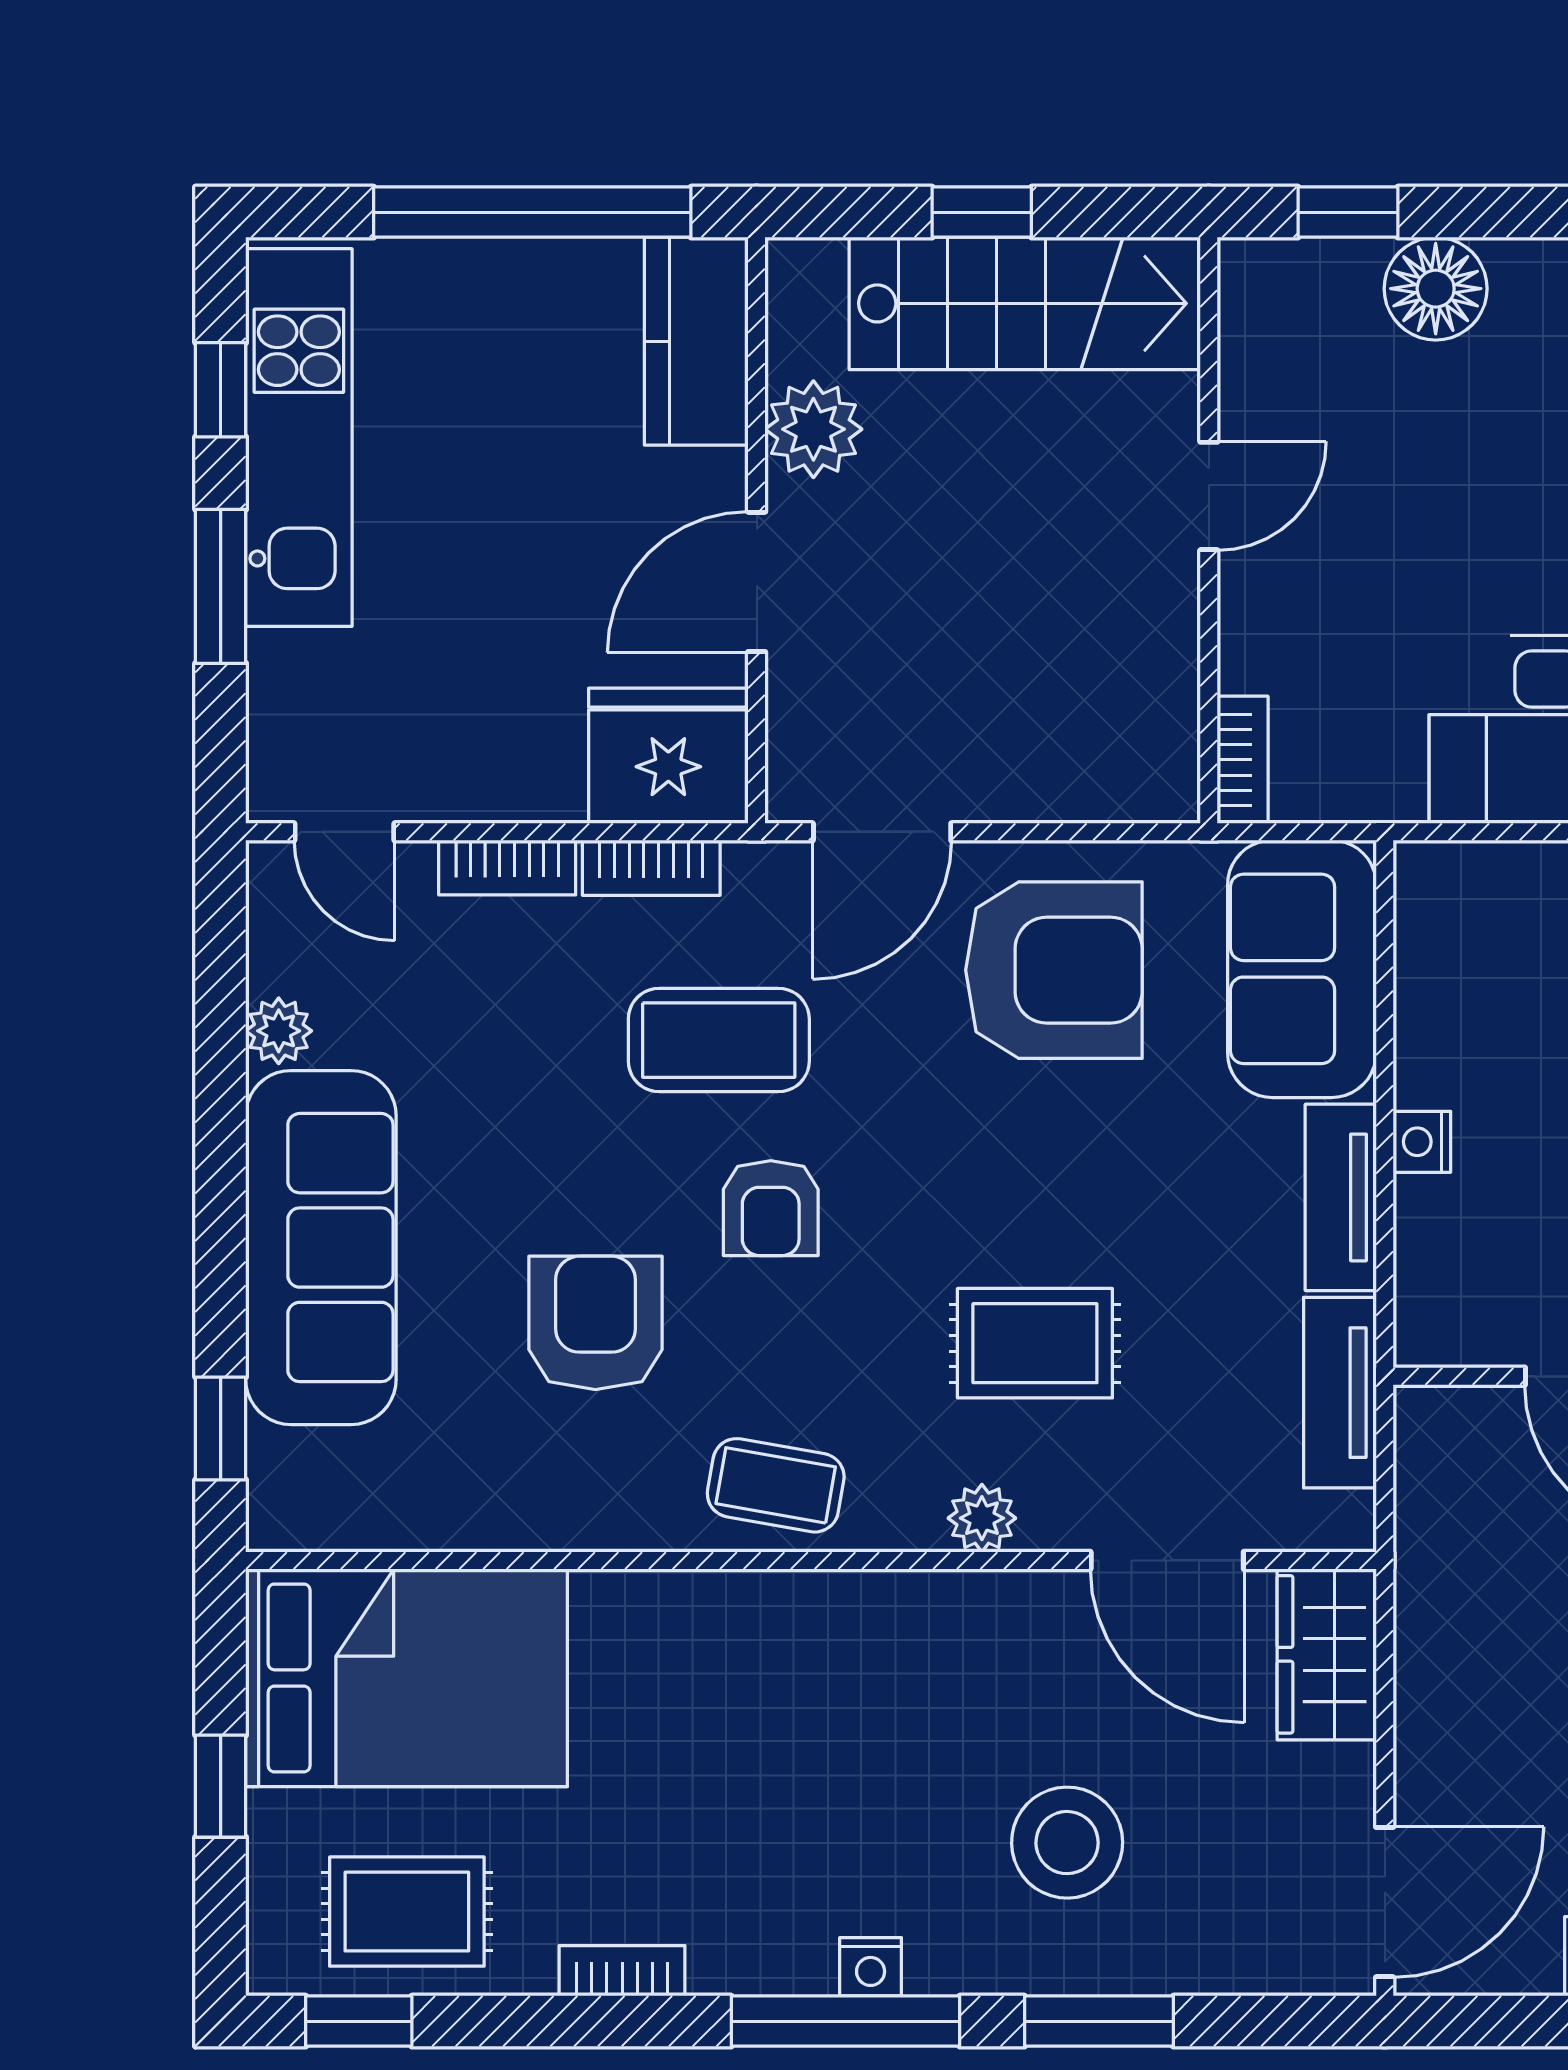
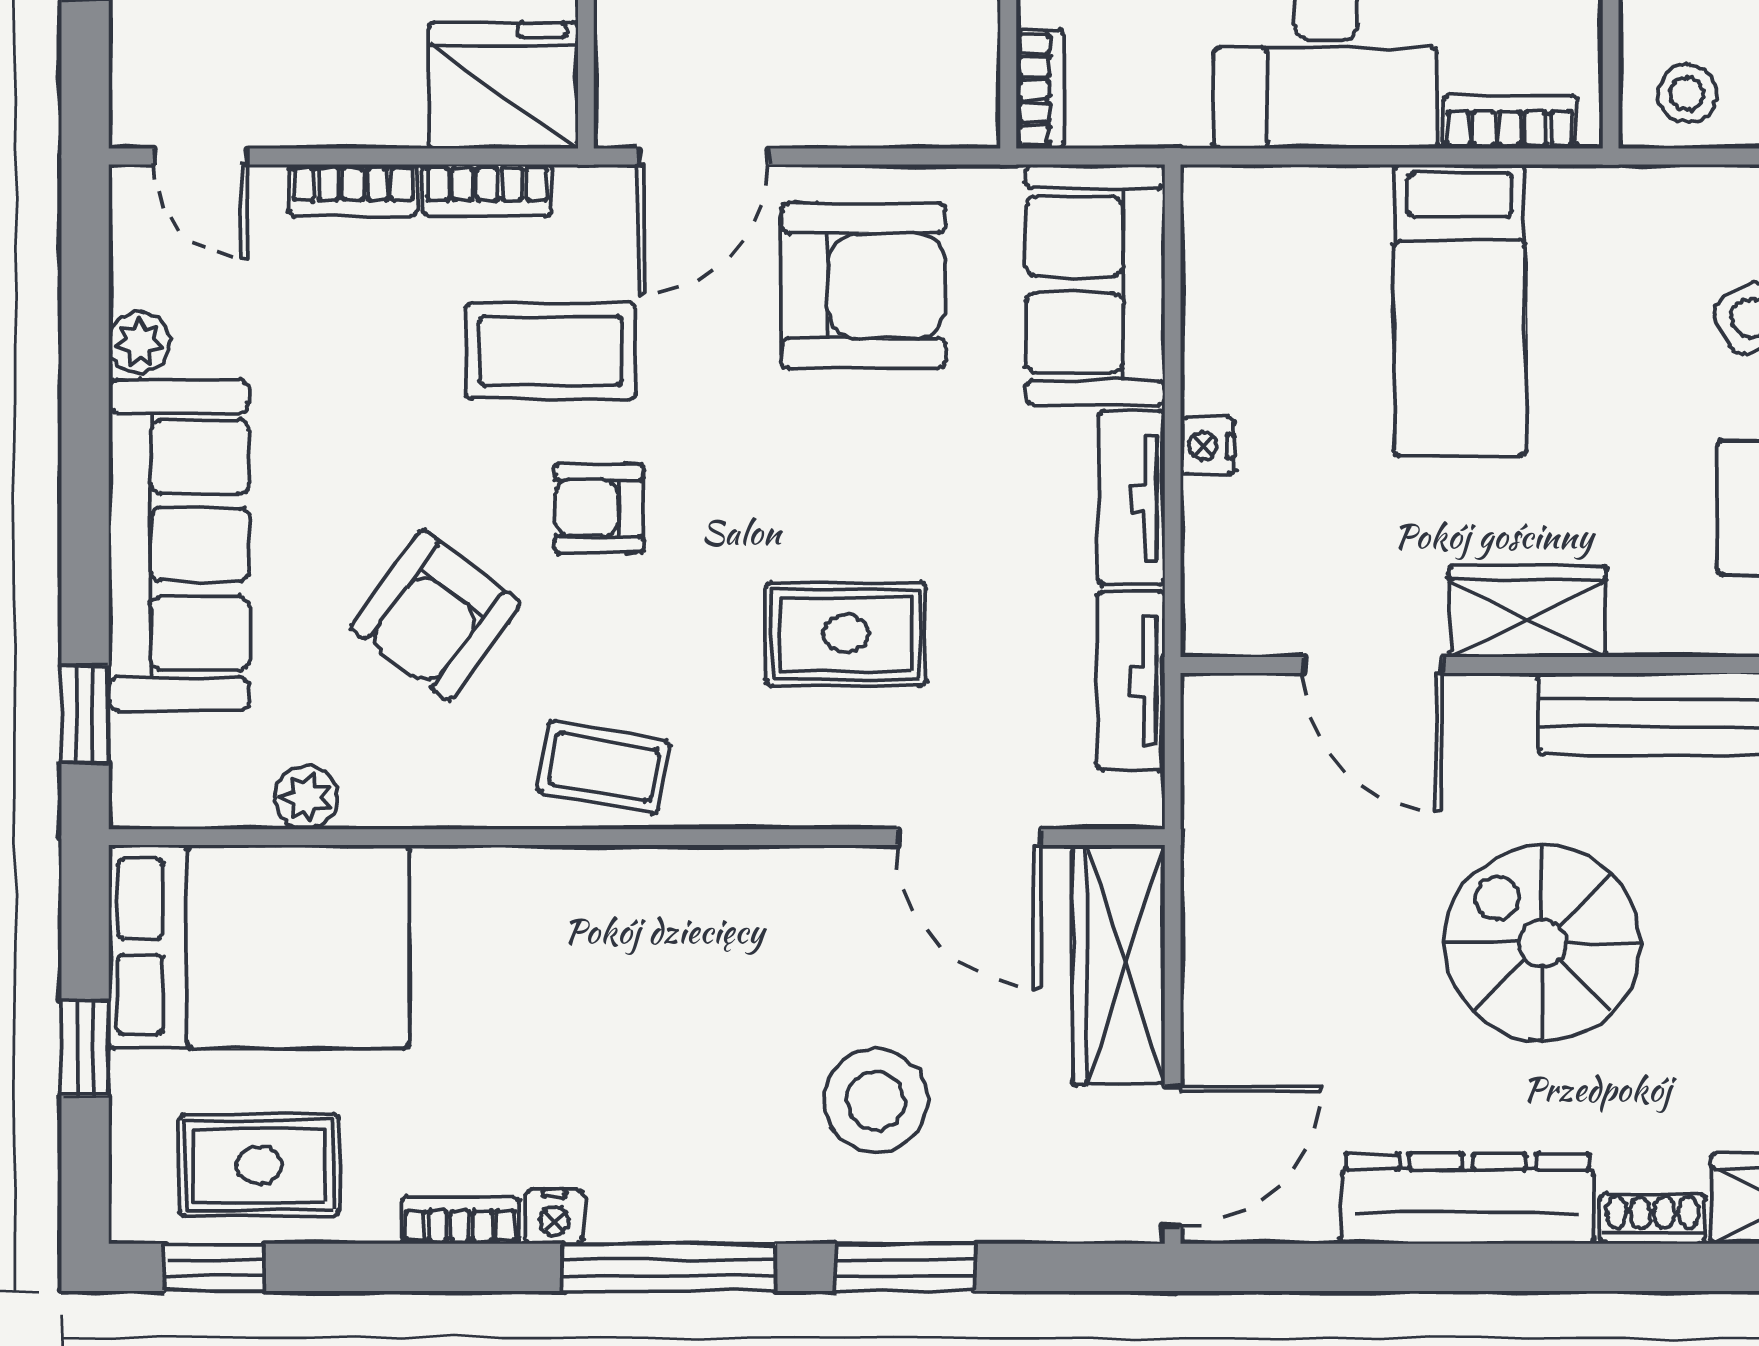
armchair: (771, 1208) -> (599, 508), turned 90
armchair: (595, 1323) -> (435, 615), turned -143
plant: (982, 1518) -> (306, 798), moved
wardrobe: (1327, 1654) -> (1118, 965), width x1.50
nightstand: (871, 1967) -> (554, 1217), moved

